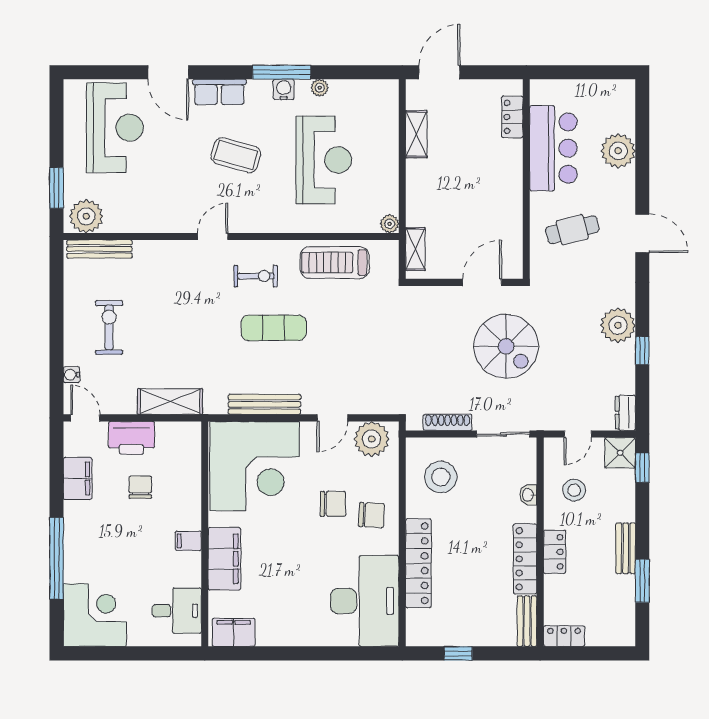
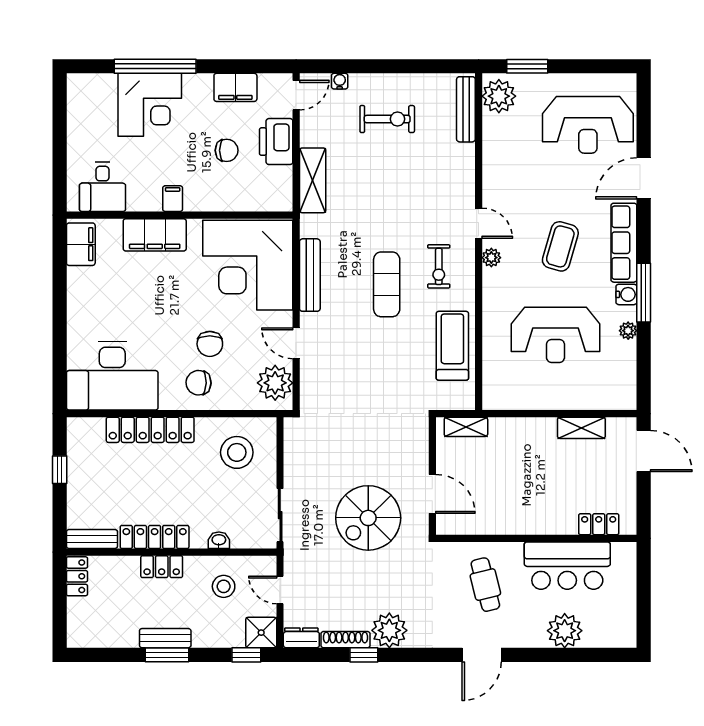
row of seats: (219, 92) -> (624, 243), width x1.48
plant: (390, 224) -> (491, 258), moved
shoe rack: (448, 422) -> (345, 640), moved, turned -90
chair: (371, 515) -> (198, 383), turned 89
window: (642, 581) -> (167, 655), moved
corner desk: (95, 615) -> (150, 105), moved

